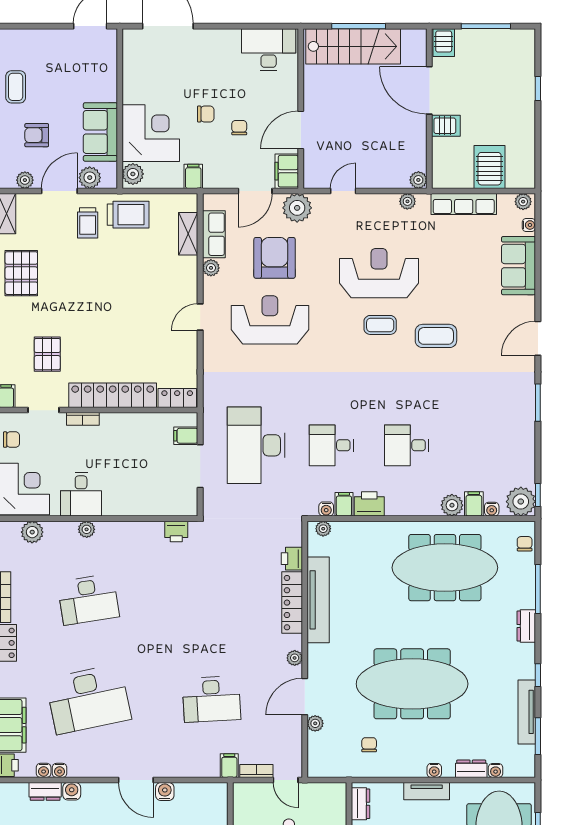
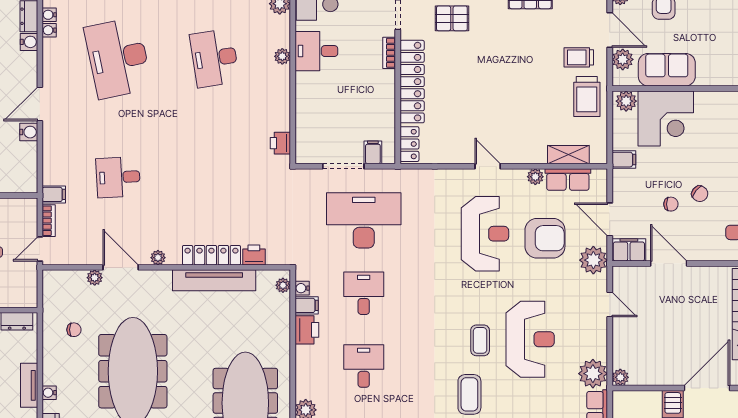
chair: (206, 114) -> (700, 194), moved, turned -51
plant: (407, 201) -> (593, 374), width x1.87, depth x1.87
desk: (212, 699) -> (118, 177), width x0.73

